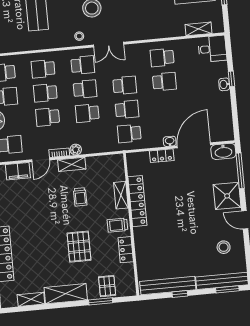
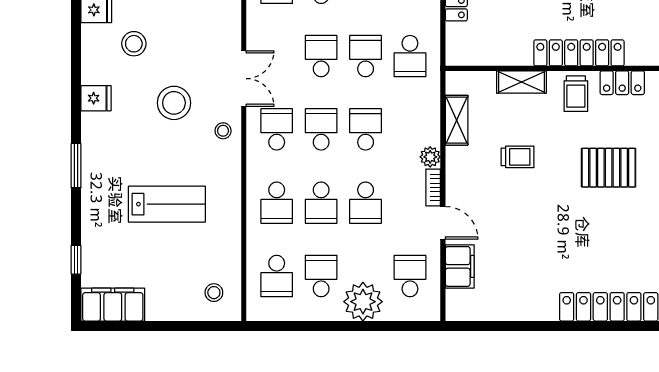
school desk: (87, 113) -> (366, 129), turned 180
shelving: (72, 164) -> (457, 120), moved
locker: (137, 201) -> (579, 53), moved

